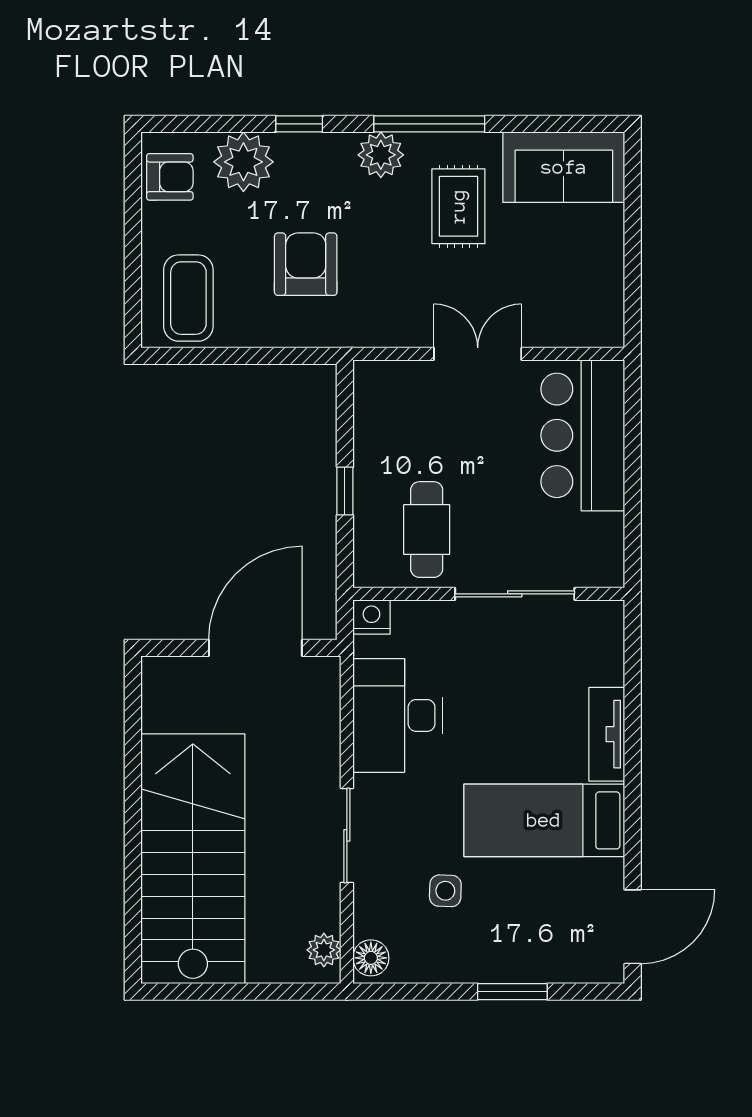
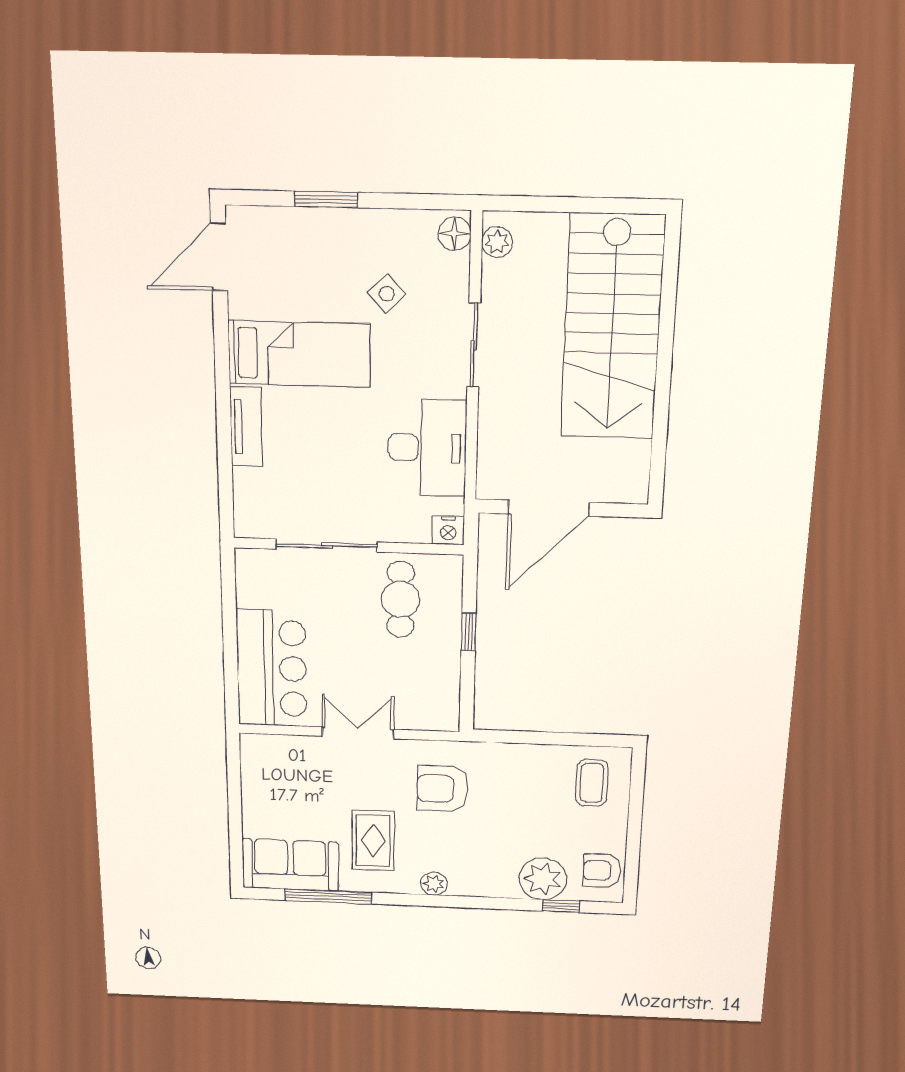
window: (299, 124) -> (561, 906), moved
window: (429, 124) -> (328, 896), moved
plant: (381, 155) -> (434, 884), width x0.73, depth x0.73
armchair: (306, 264) -> (442, 789), moved, turned 90
coffee table: (188, 298) -> (592, 783), width x0.73, depth x0.77
double door: (478, 354) -> (358, 733), swing flipped
side table: (445, 891) -> (387, 294), turned 45

